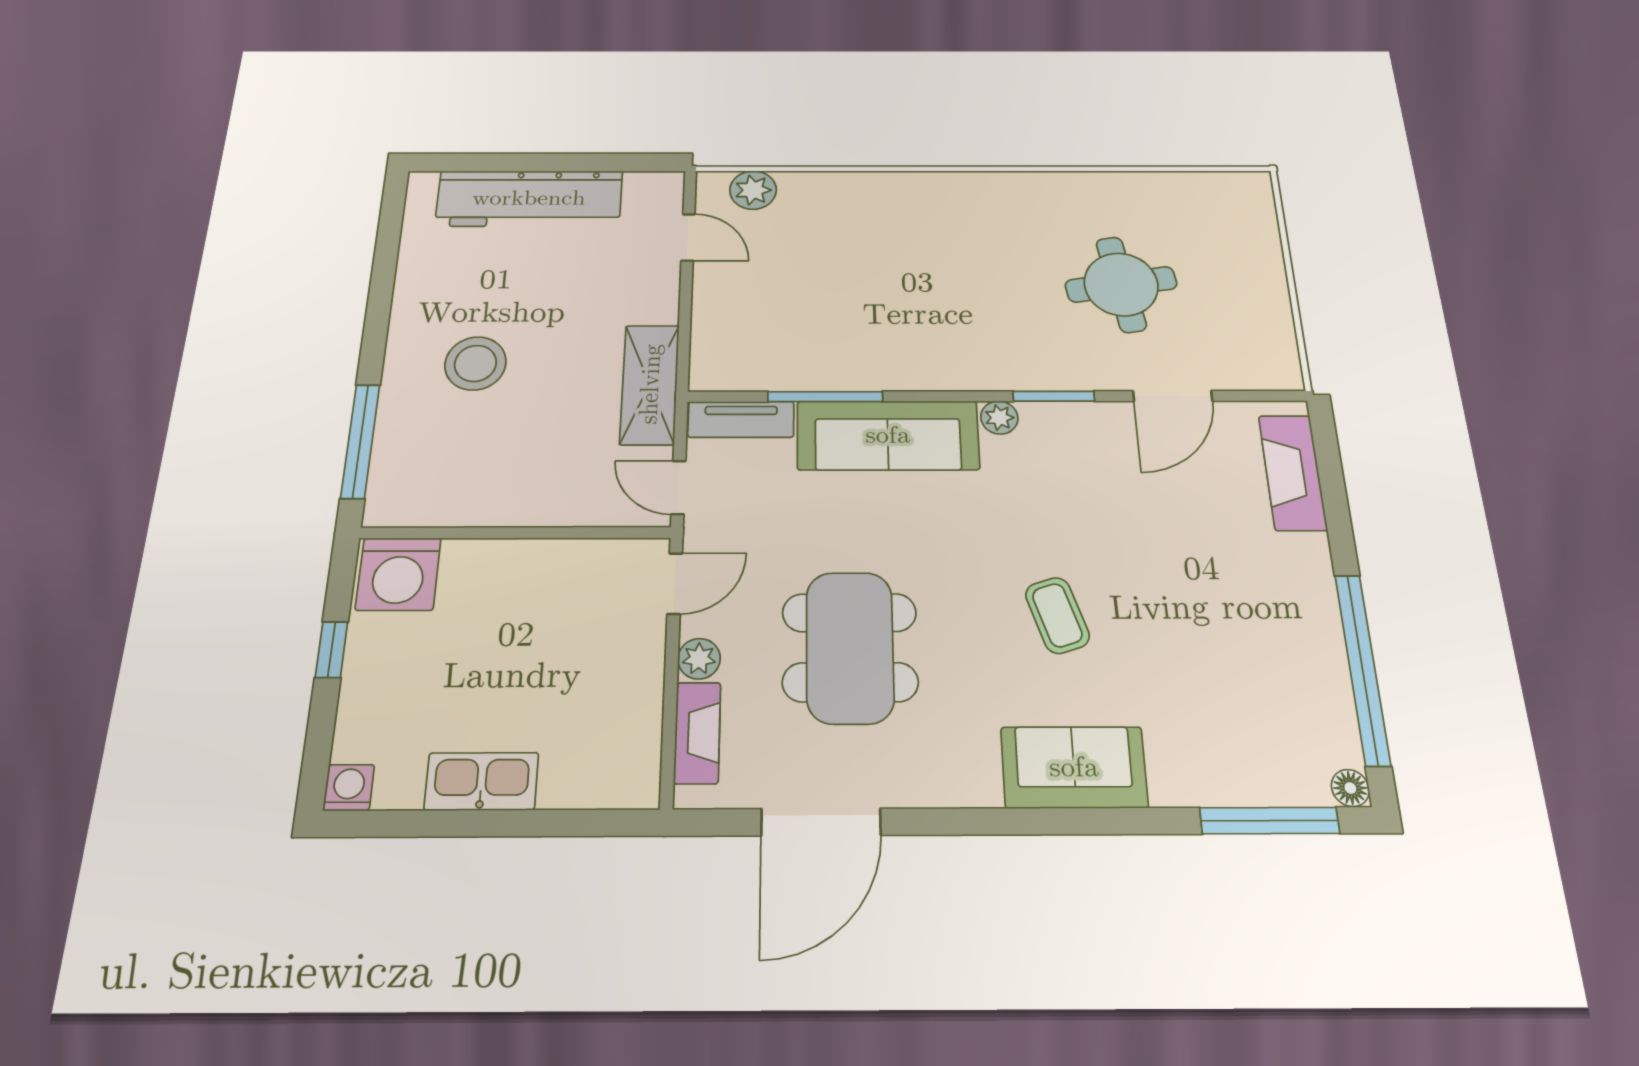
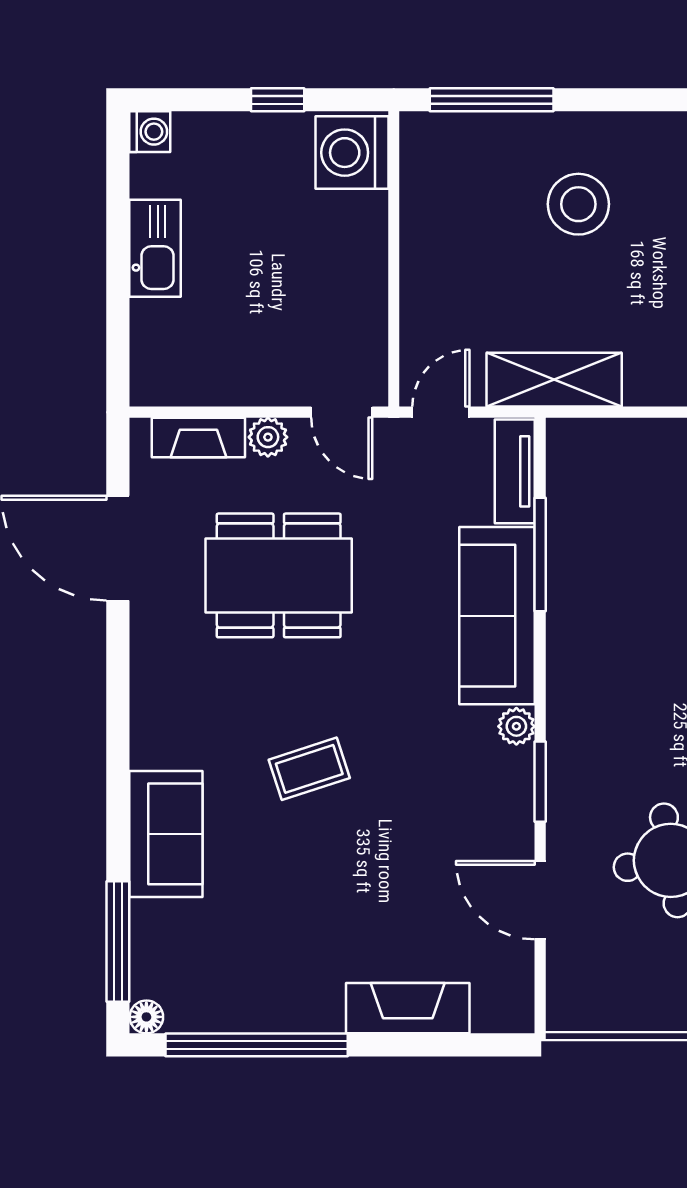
fireplace: (1293, 472) -> (408, 1008), moved
sofa: (1074, 767) -> (166, 834), moved

